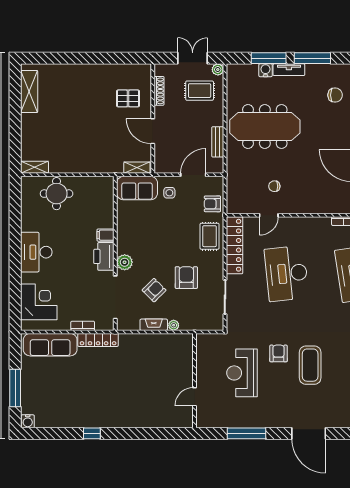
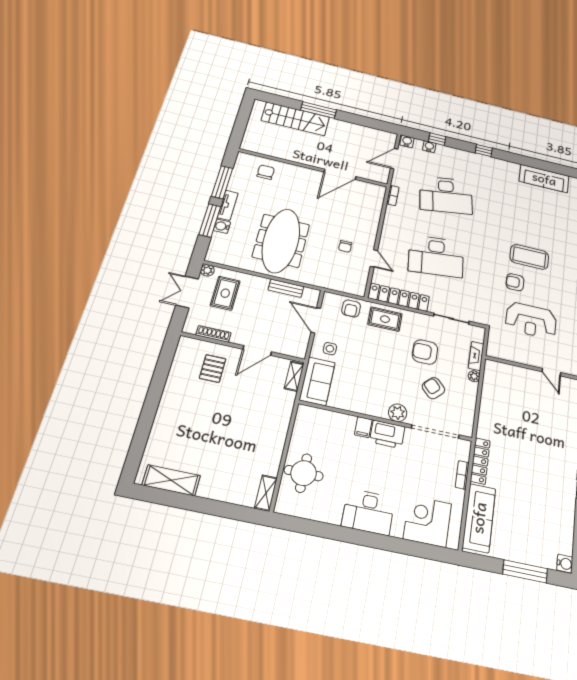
fireplace: (154, 325) -> (476, 356), moved

